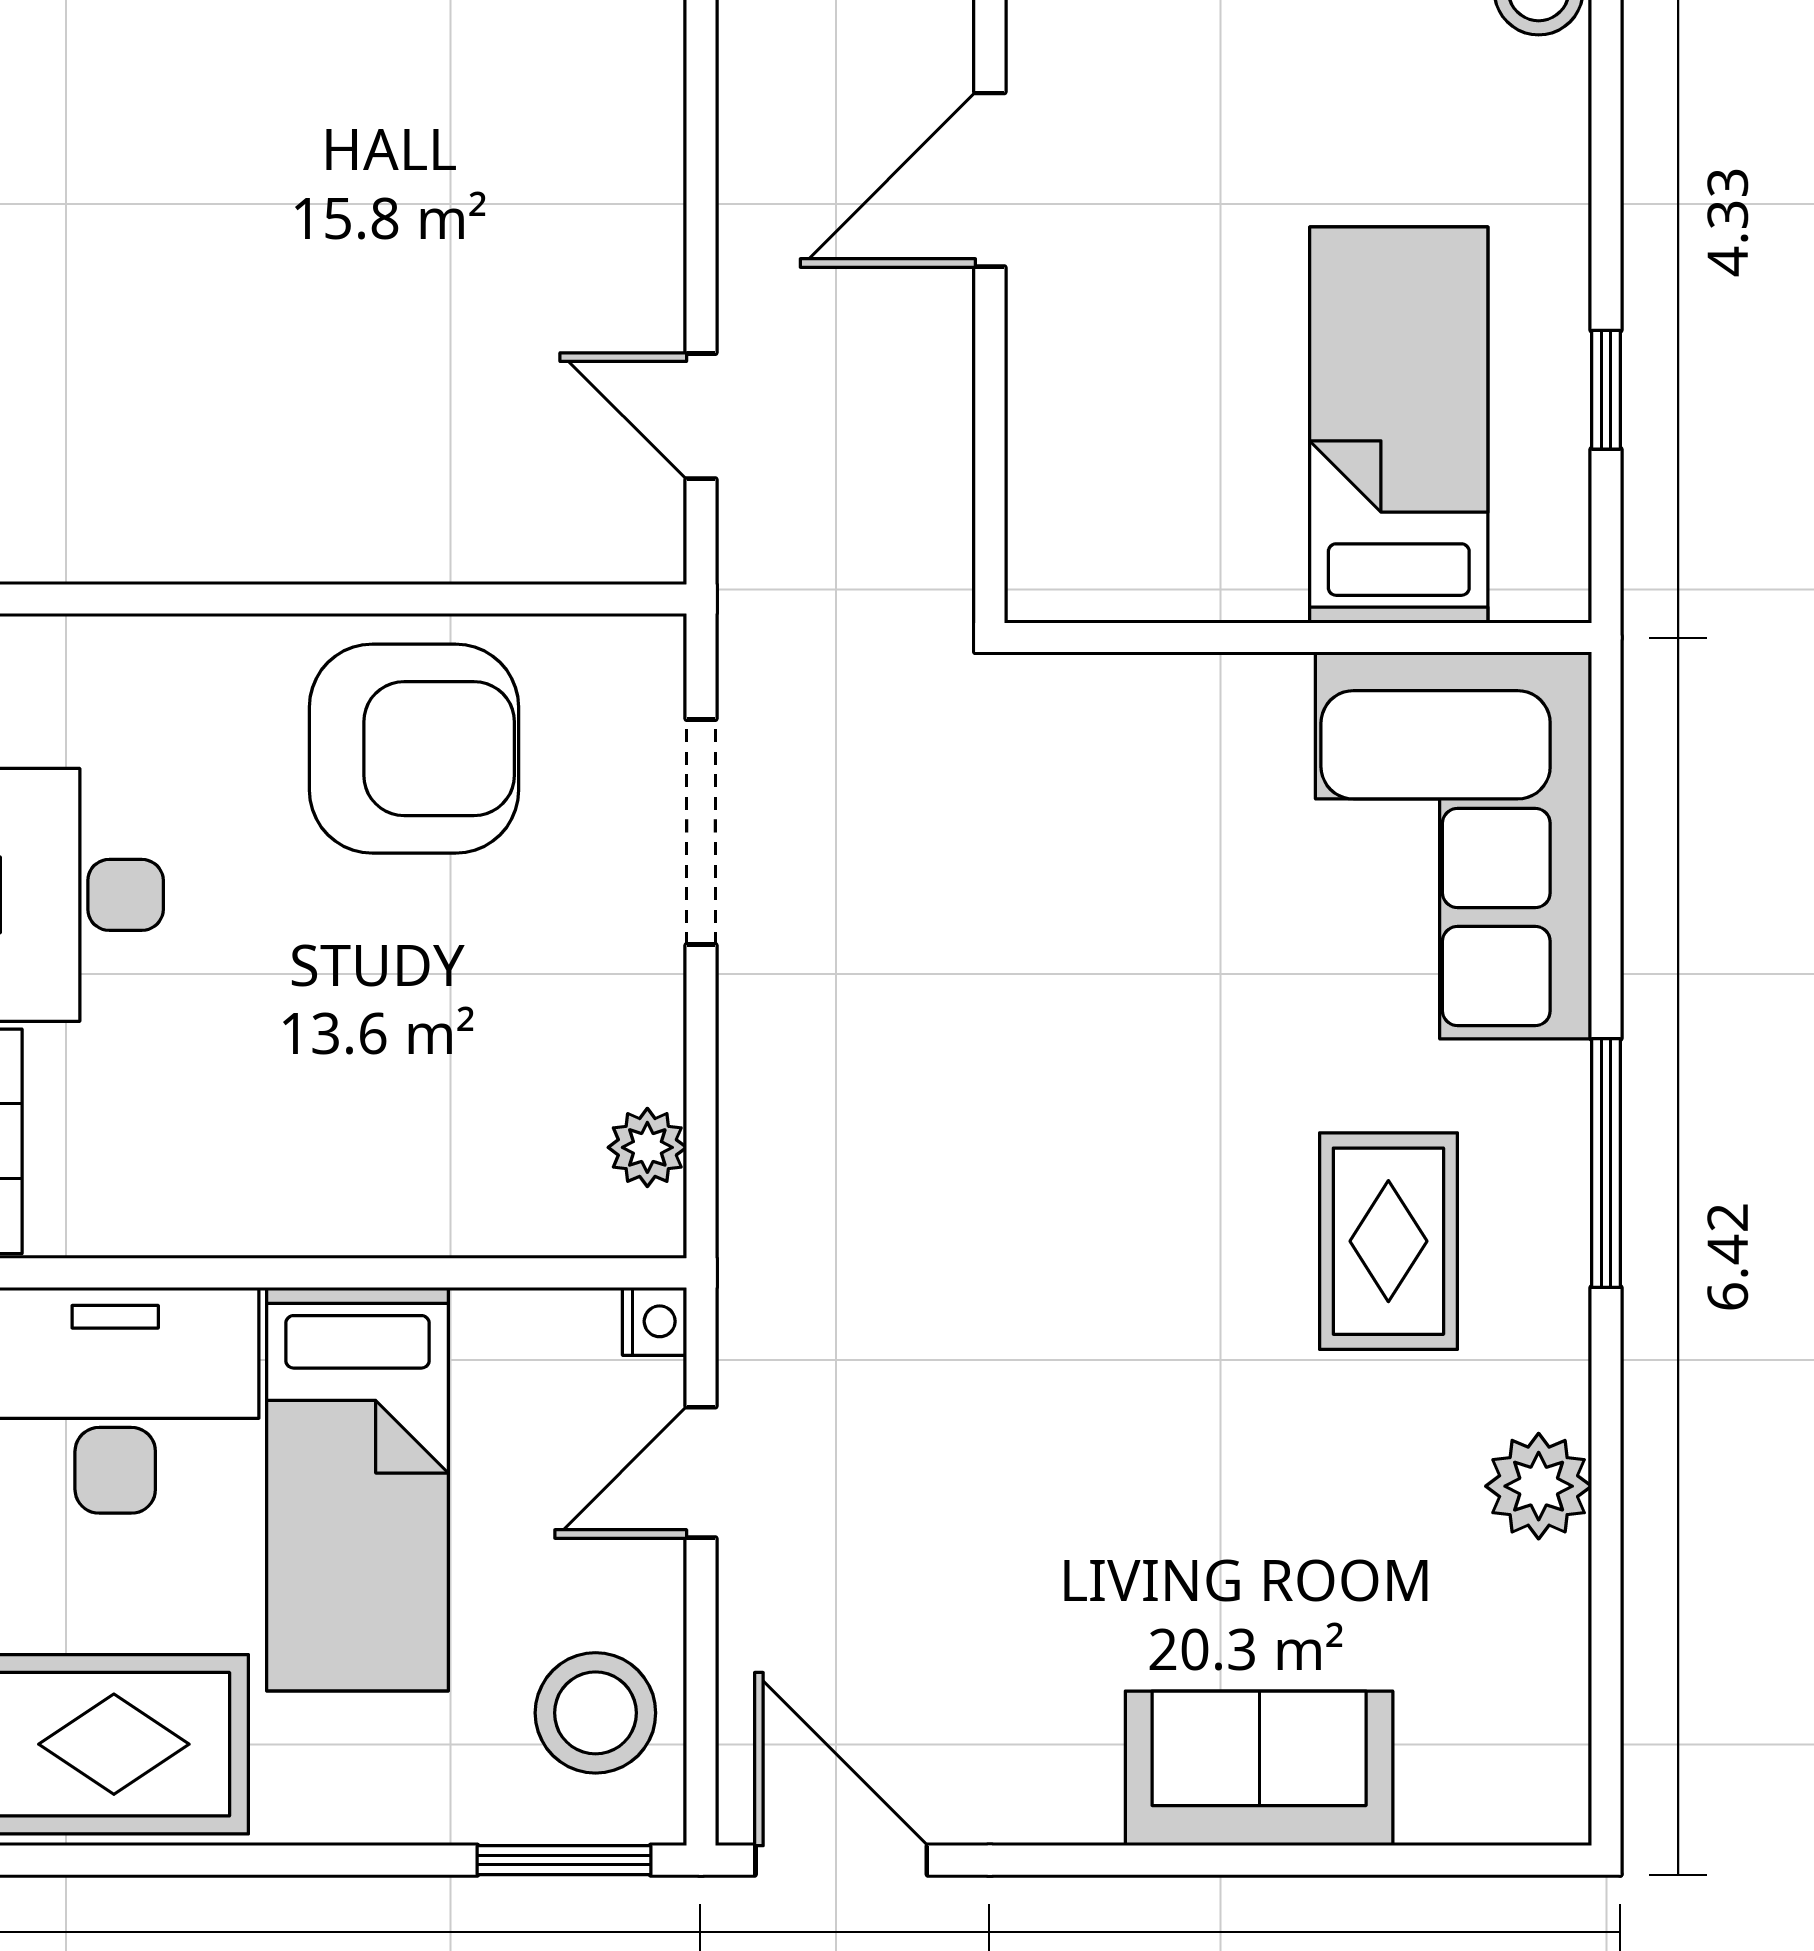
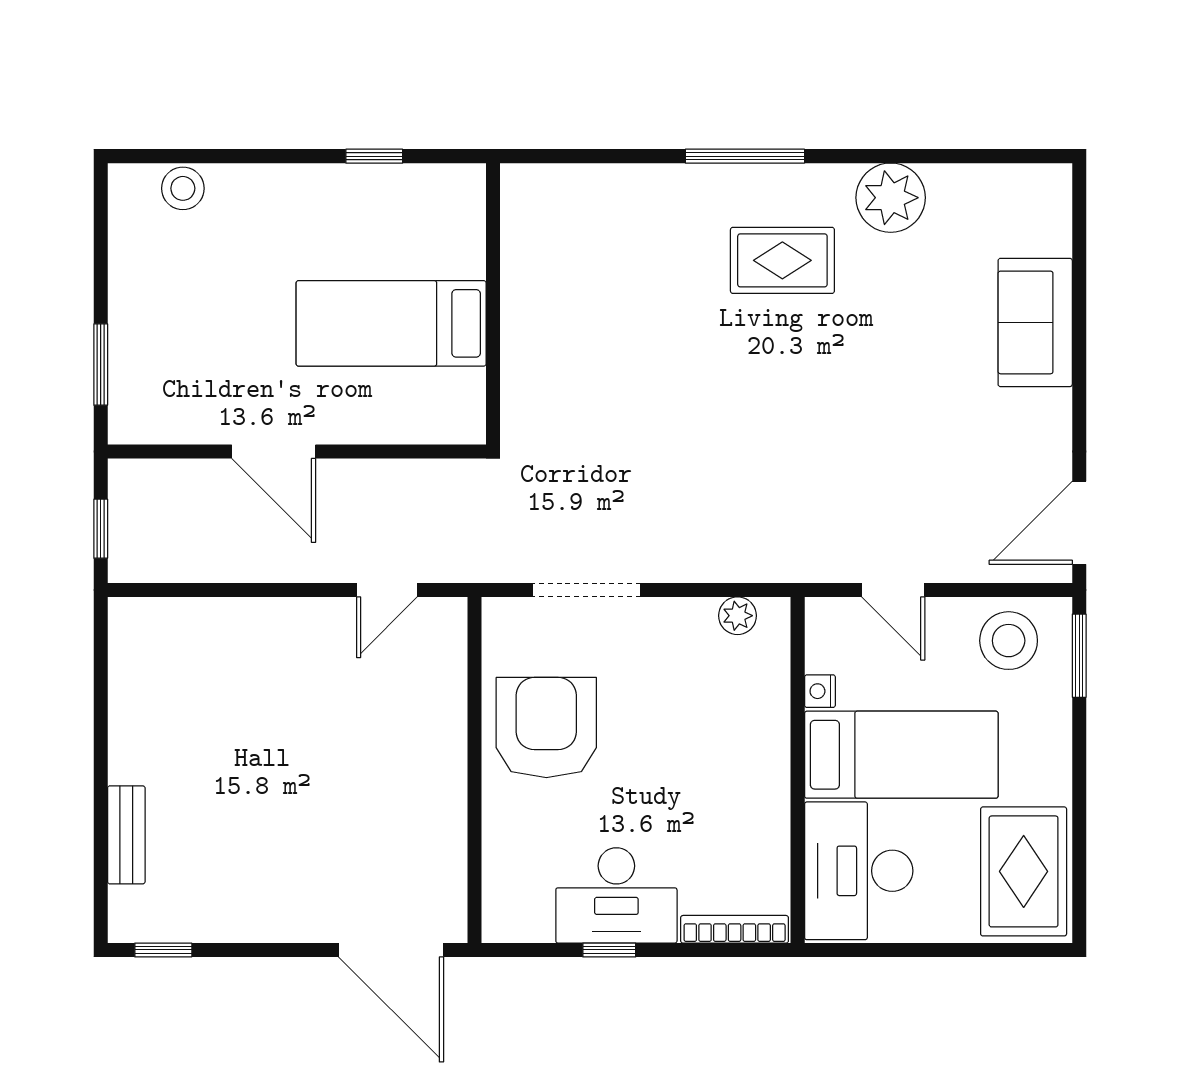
bed: (1399, 425) -> (391, 323), moved
corner sofa: (1454, 845) -> (593, 229), removed
nightstand: (655, 1321) -> (820, 691), moved, turned -90
plant: (1539, 1486) -> (891, 198), width x1.36, depth x1.36

